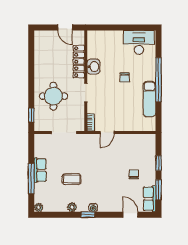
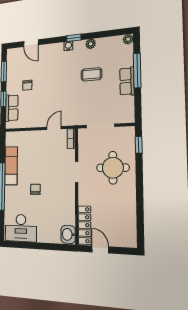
locker: (79, 62) -> (84, 225), moved
washbasin: (94, 67) -> (68, 234), moved
row of seats: (150, 199) -> (12, 108), moved

